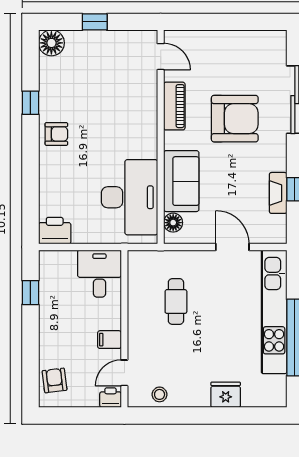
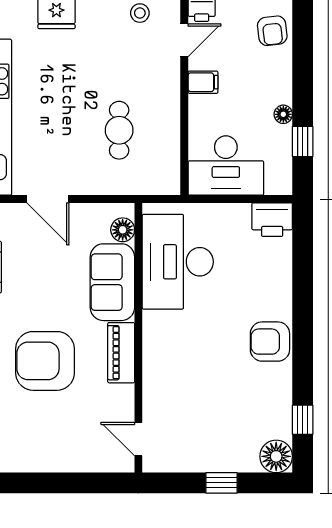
window: (30, 103) -> (303, 420), moved
piano: (174, 106) -> (121, 353), moved
armchair: (56, 134) -> (270, 342), width x1.38, depth x1.38
desk: (99, 274) -> (226, 166), width x1.37
floor lamp: (46, 314) -> (283, 114), added

